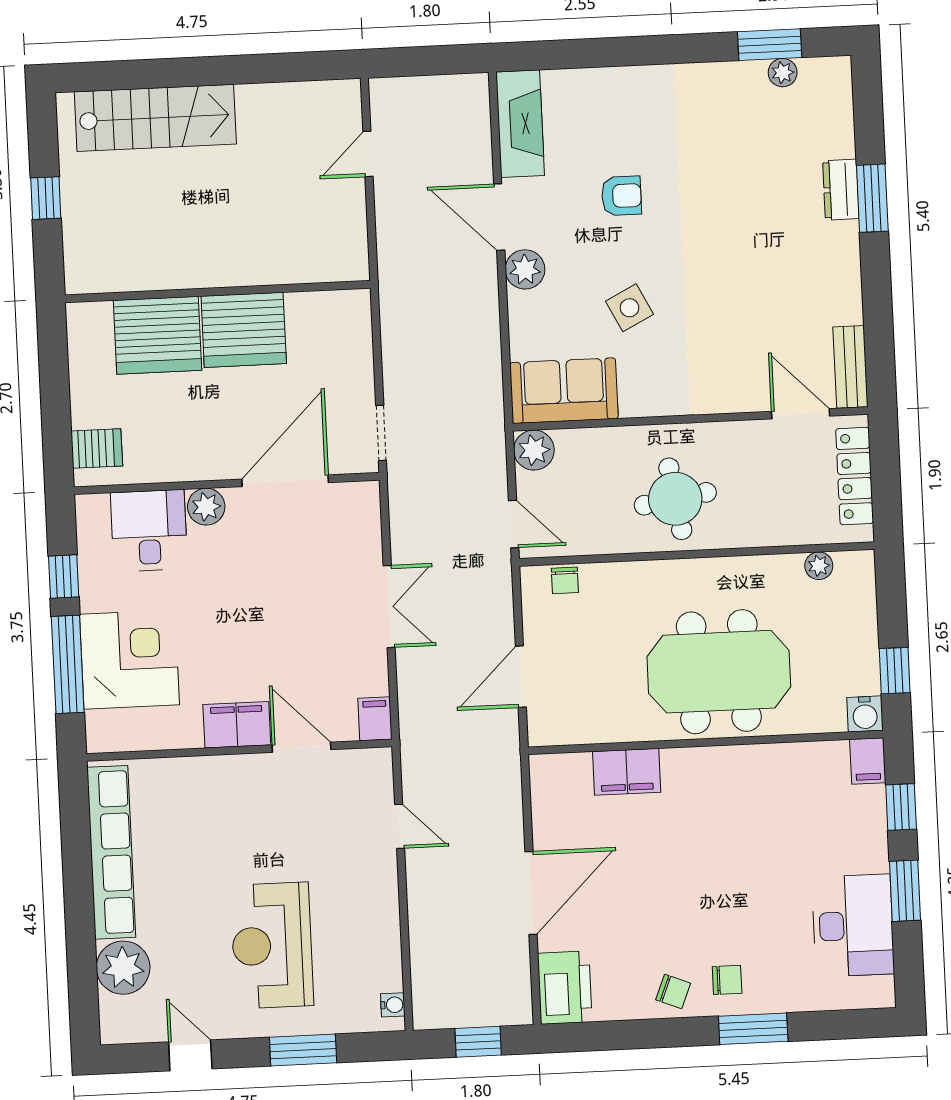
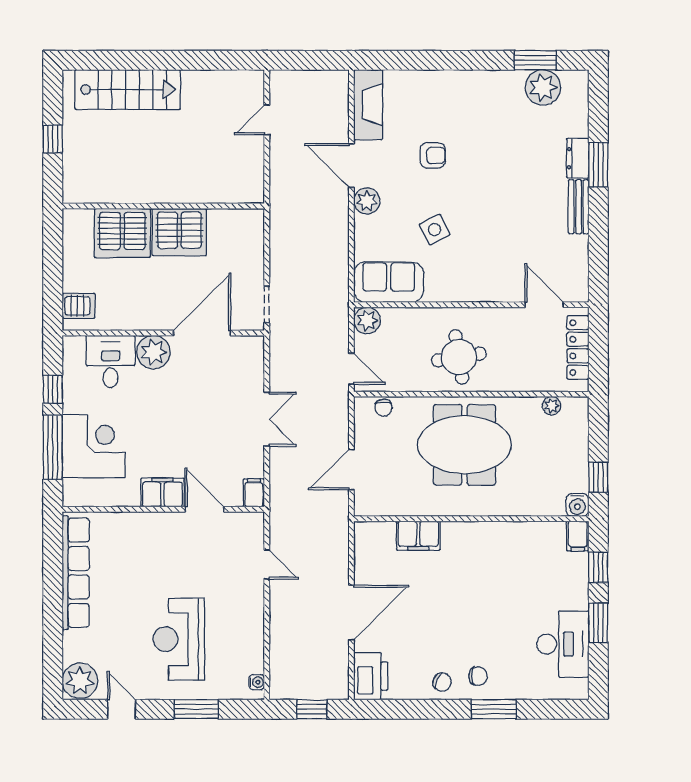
plant: (783, 73) -> (543, 87), width x1.88, depth x1.88
bench: (850, 367) -> (579, 207), moved
plant: (206, 507) -> (154, 352), width x1.36, depth x1.36
meeting table: (719, 672) -> (464, 445), moved
plant: (123, 968) -> (80, 681), moved

